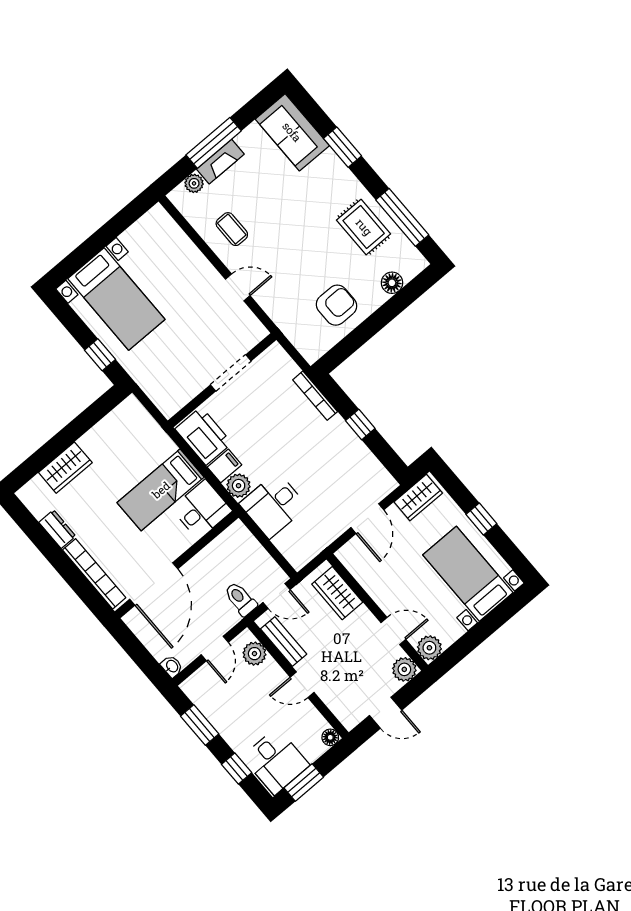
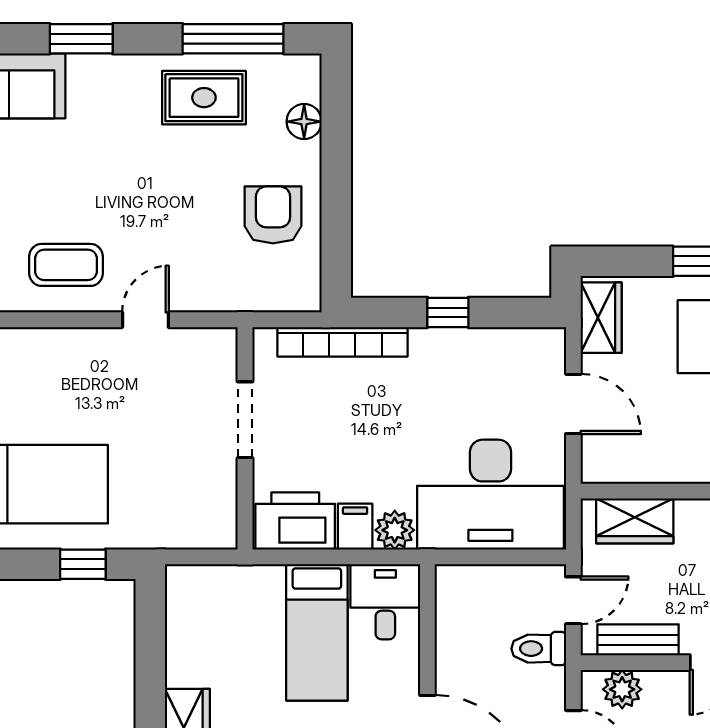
coffee table: (232, 229) -> (66, 265), width x1.36, depth x1.30
bookcase: (315, 396) -> (342, 342), width x1.48, depth x1.31
desk: (273, 505) -> (490, 495), width x1.87, depth x1.30

